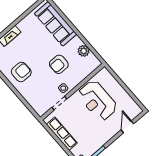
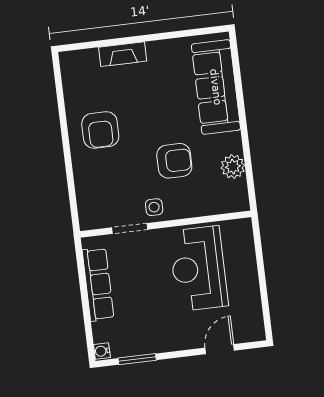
armchair: (59, 64) -> (174, 161), turned 180
armchair: (21, 72) -> (100, 130), turned 90

